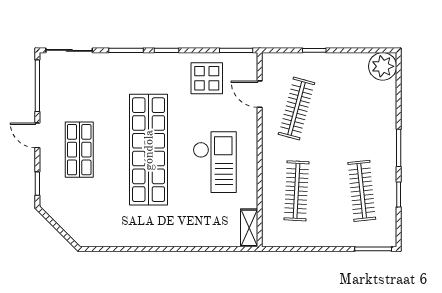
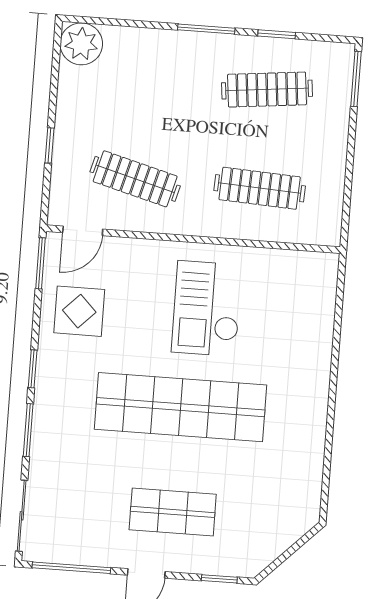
door: (260, 94) -> (83, 231), moved
checkout: (215, 162) -> (207, 309), turned -90
shelving: (249, 228) -> (310, 264), removed

